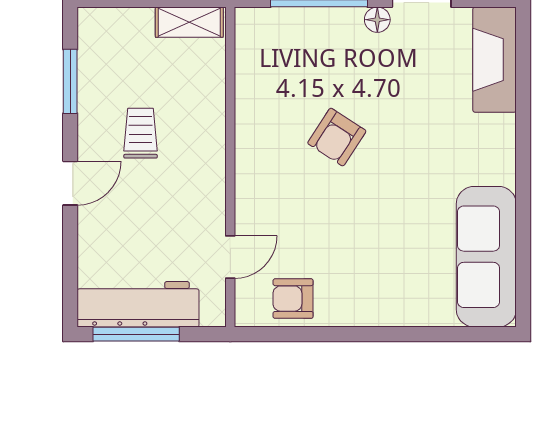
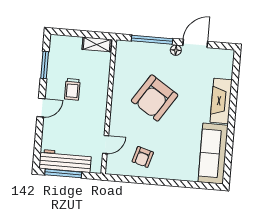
fireplace: (495, 60) -> (221, 101), moved
trolley: (141, 133) -> (72, 89), turned 180
armchair: (337, 137) -> (155, 98), width x1.88, depth x1.88
armchair: (293, 299) -> (143, 157), moved, turned -74

